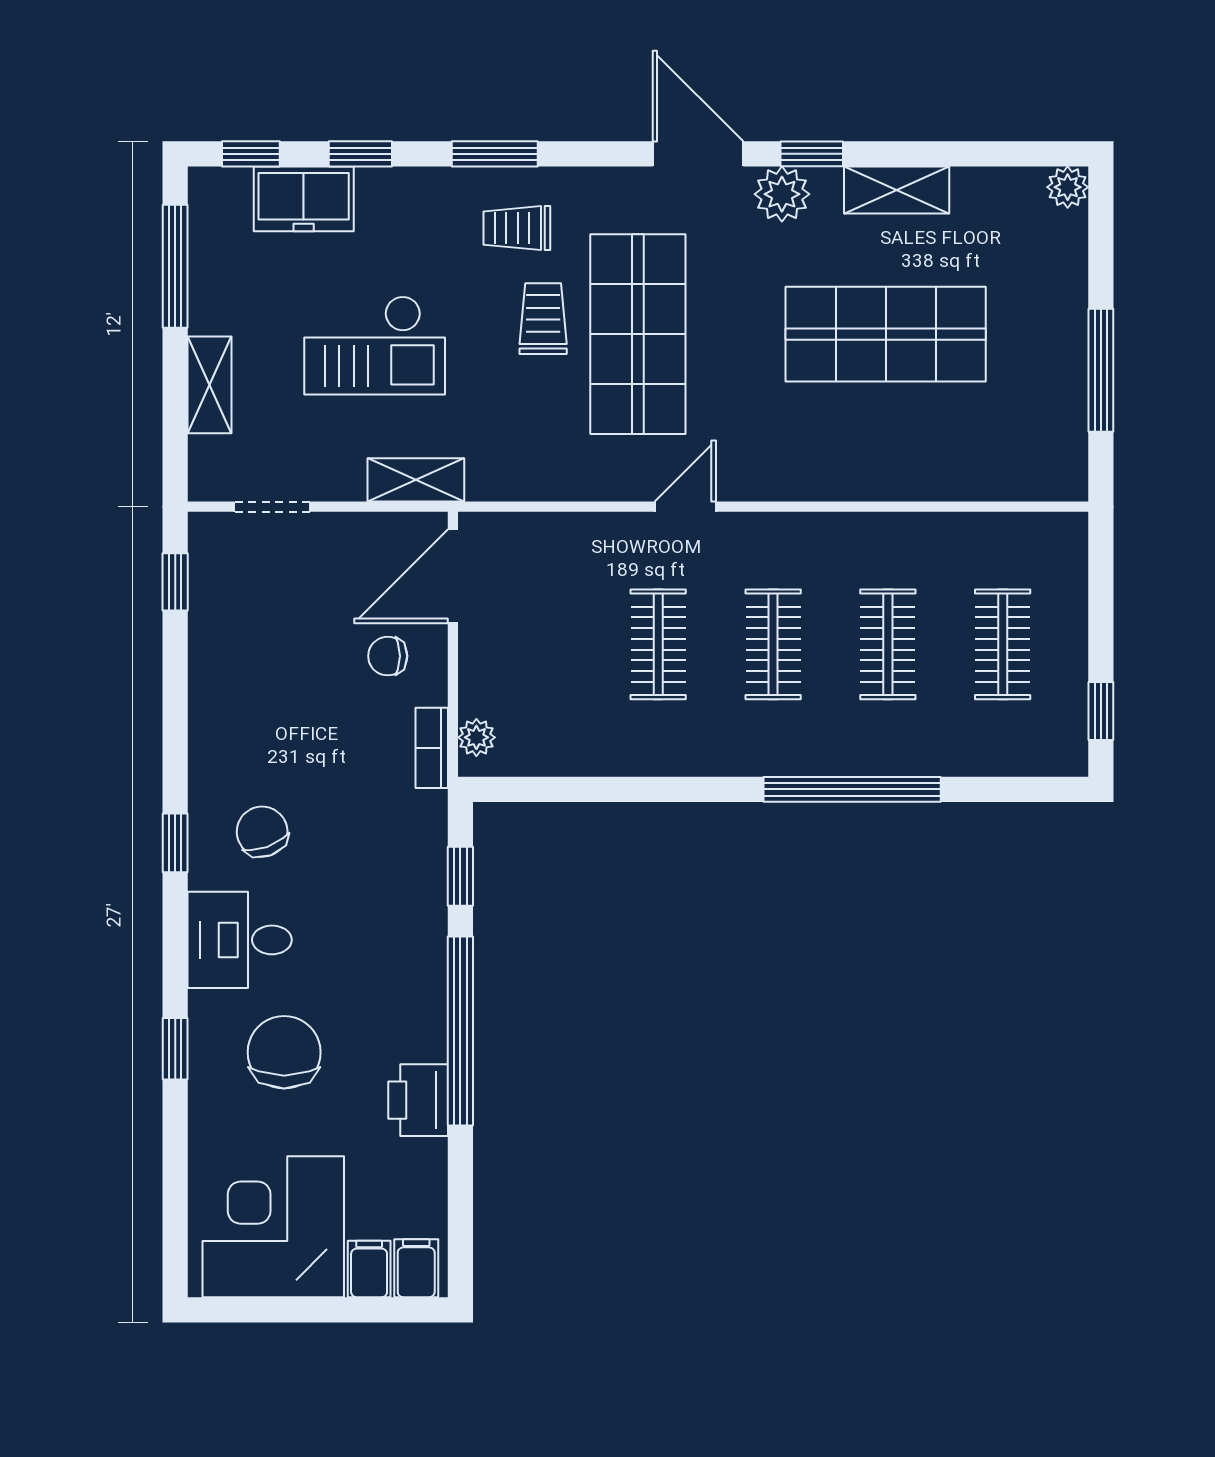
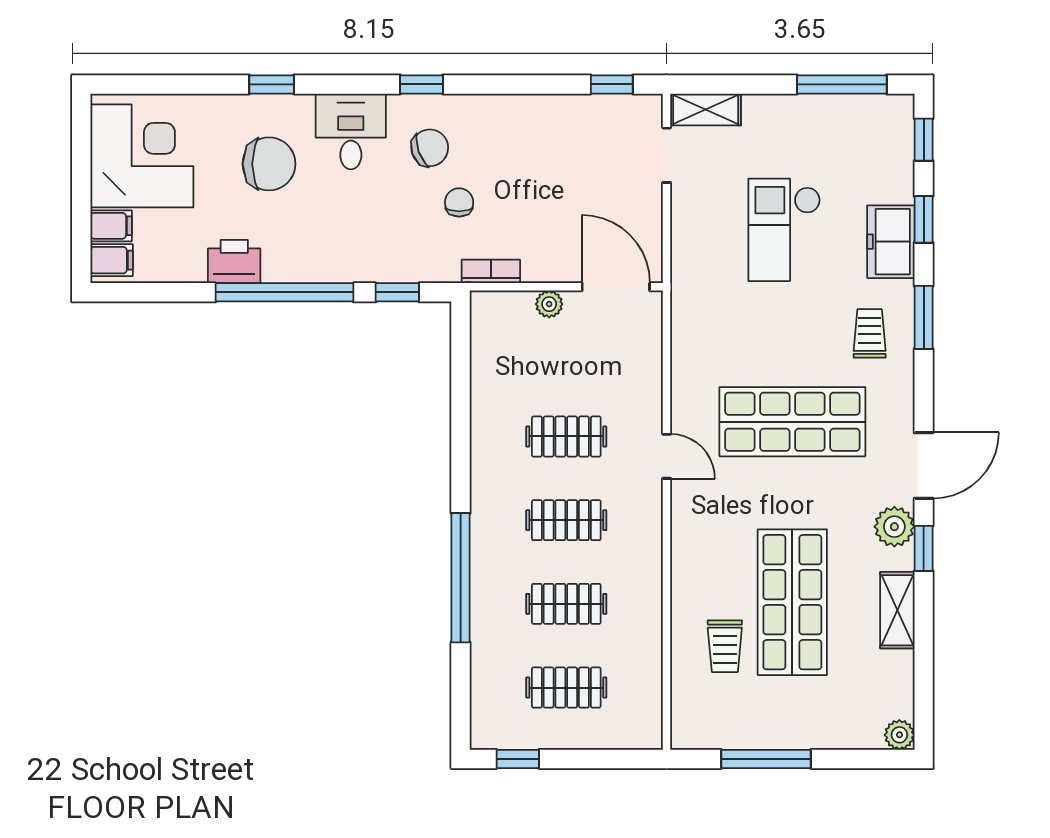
freezer: (304, 199) -> (891, 242), moved
trolley: (543, 319) -> (725, 646), moved, turned 90
shelving: (209, 385) -> (706, 109), moved
shelving: (416, 480) -> (686, 260), removed
chair: (388, 656) -> (459, 202), moved
plant: (476, 737) -> (549, 304), moved

